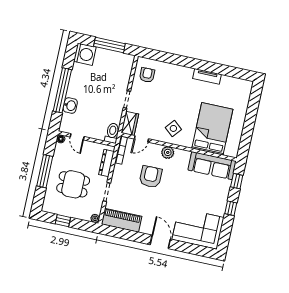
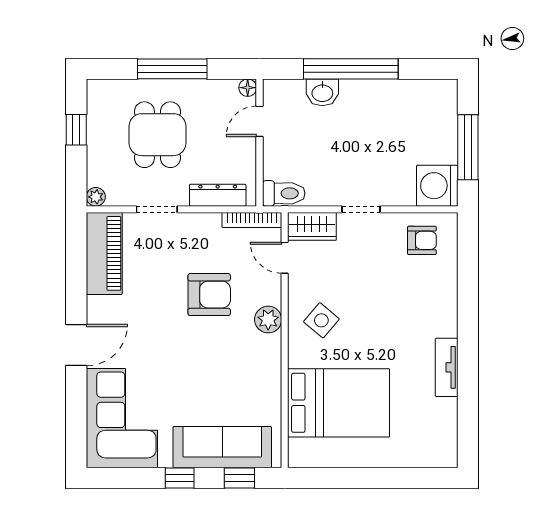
washing machine: (85, 54) -> (437, 186), moved, turned 90
sofa: (212, 166) -> (222, 447), moved, turned 90

